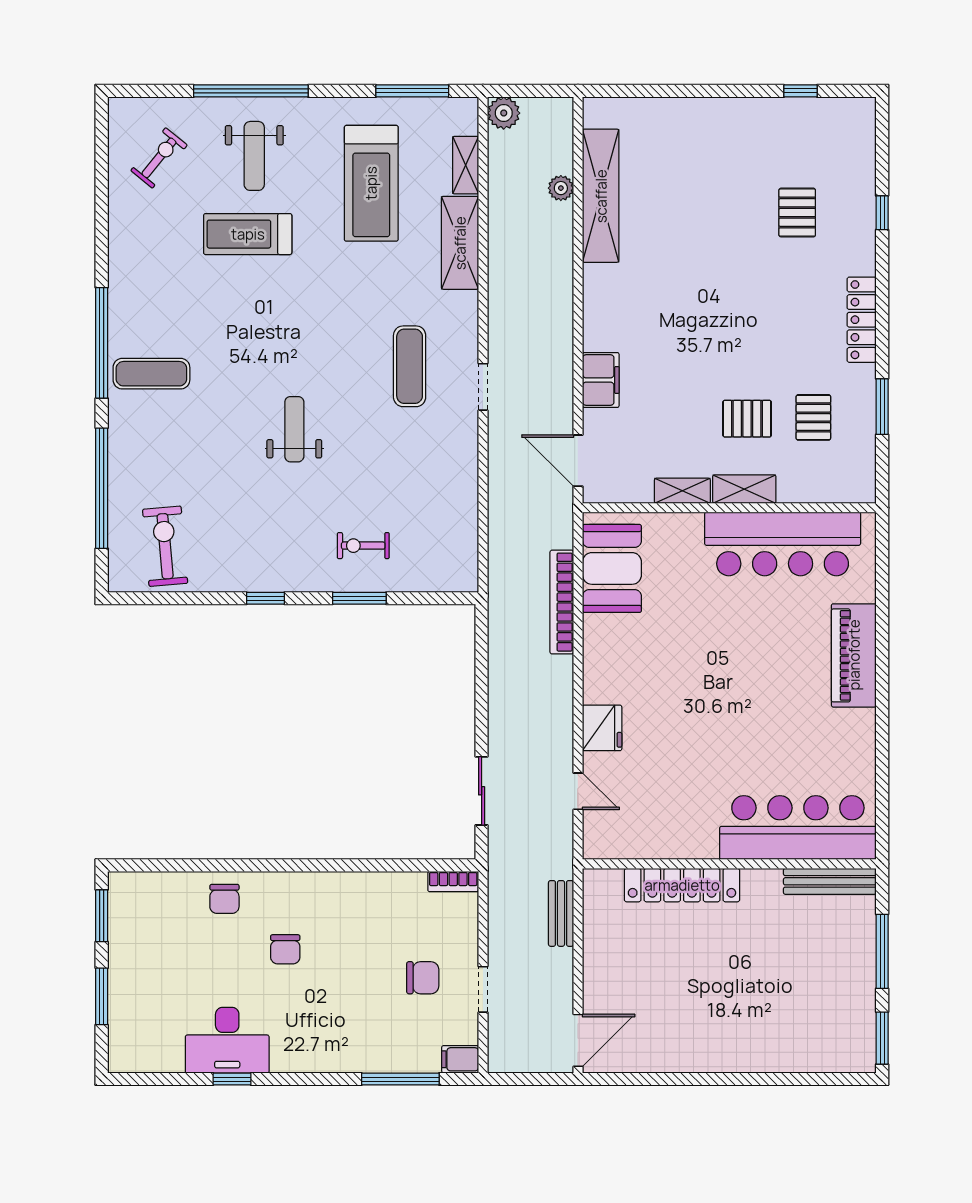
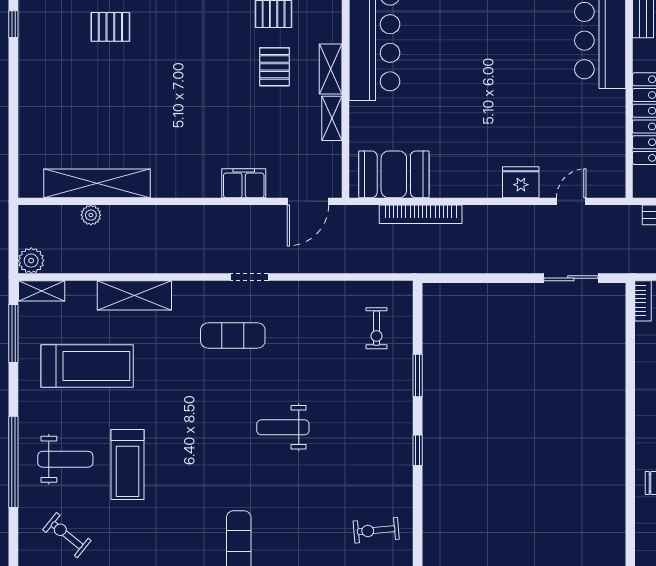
shelving: (466, 165) -> (42, 291), moved
exercise bike: (165, 546) -> (376, 530), width x0.73, depth x0.72
exercise bike: (363, 546) -> (377, 328), moved

